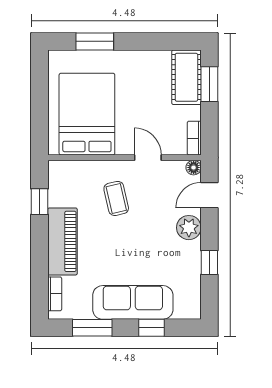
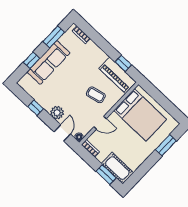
piano: (63, 241) -> (118, 75), moved

